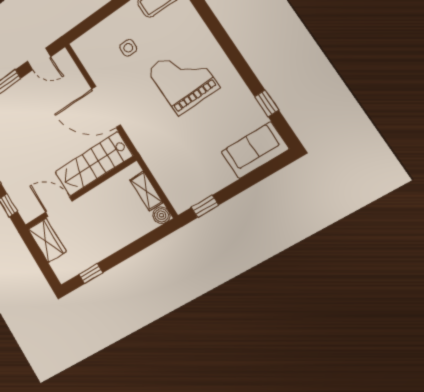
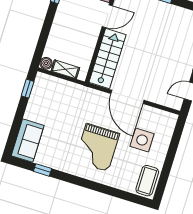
side table: (128, 48) -> (142, 140), width x1.87, depth x1.87
grand piano: (183, 79) -> (97, 147), turned 92
door: (106, 107) -> (127, 97), swing flipped

